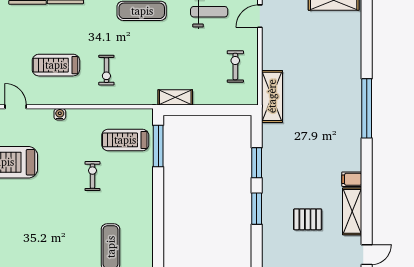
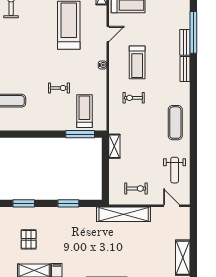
treadmill: (56, 65) -> (137, 62), turned 180
shelving: (272, 96) -> (124, 214), width x1.47
window: (257, 209) -> (24, 203), moved

